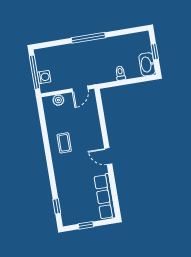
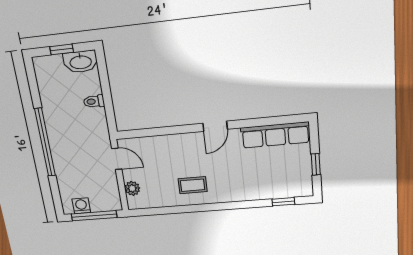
window: (88, 38) -> (45, 142), width x1.46
washing machine: (44, 77) -> (81, 206), moved

